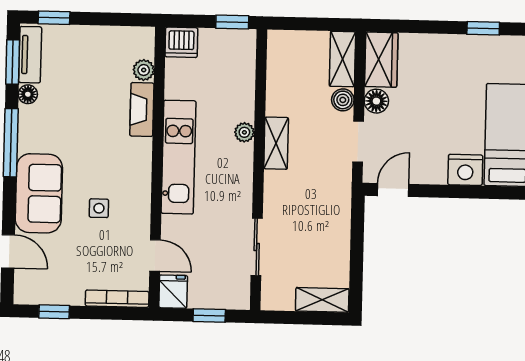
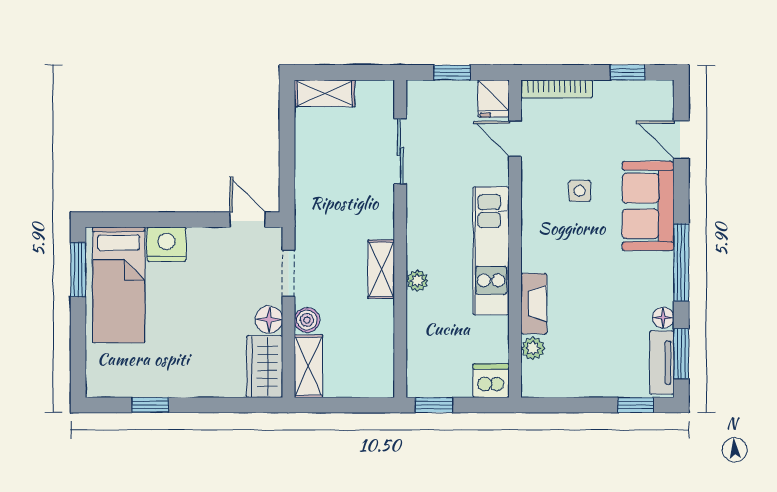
door: (393, 190) -> (248, 220), swing flipped

